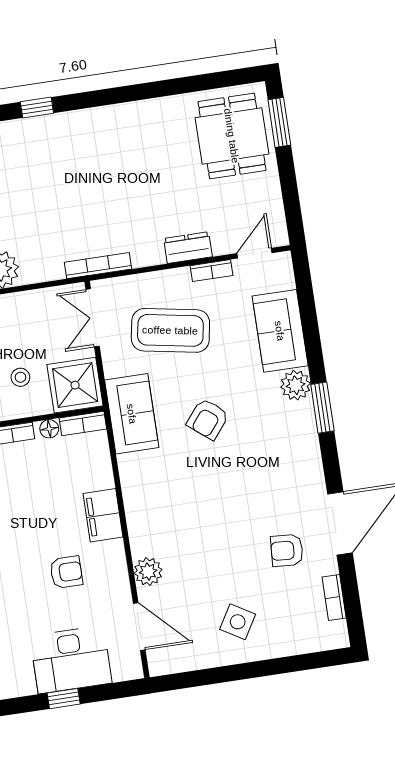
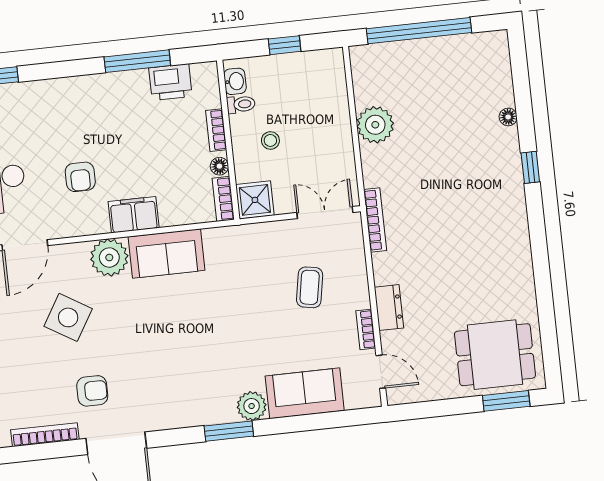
coffee table: (170, 330) -> (310, 287), width x0.54, depth x0.58
shower: (75, 385) -> (255, 200), width x0.73, depth x0.73
sofa: (132, 414) -> (166, 253), moved
armchair: (208, 419) -> (222, 320), removed
armchair: (287, 550) -> (92, 391), turned 86
plant: (148, 572) -> (109, 258), moved, width x1.36, depth x1.36
bookcase: (334, 597) -> (45, 435), width x1.56
side table: (238, 622) -> (68, 317), moved, width x1.37, depth x1.37

